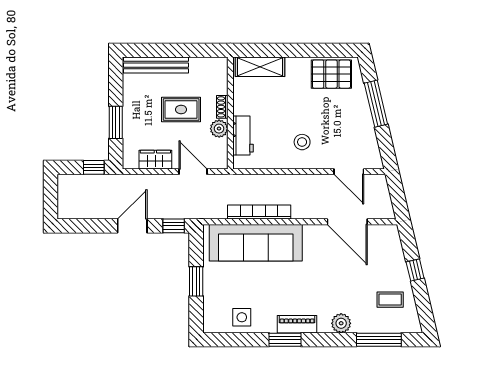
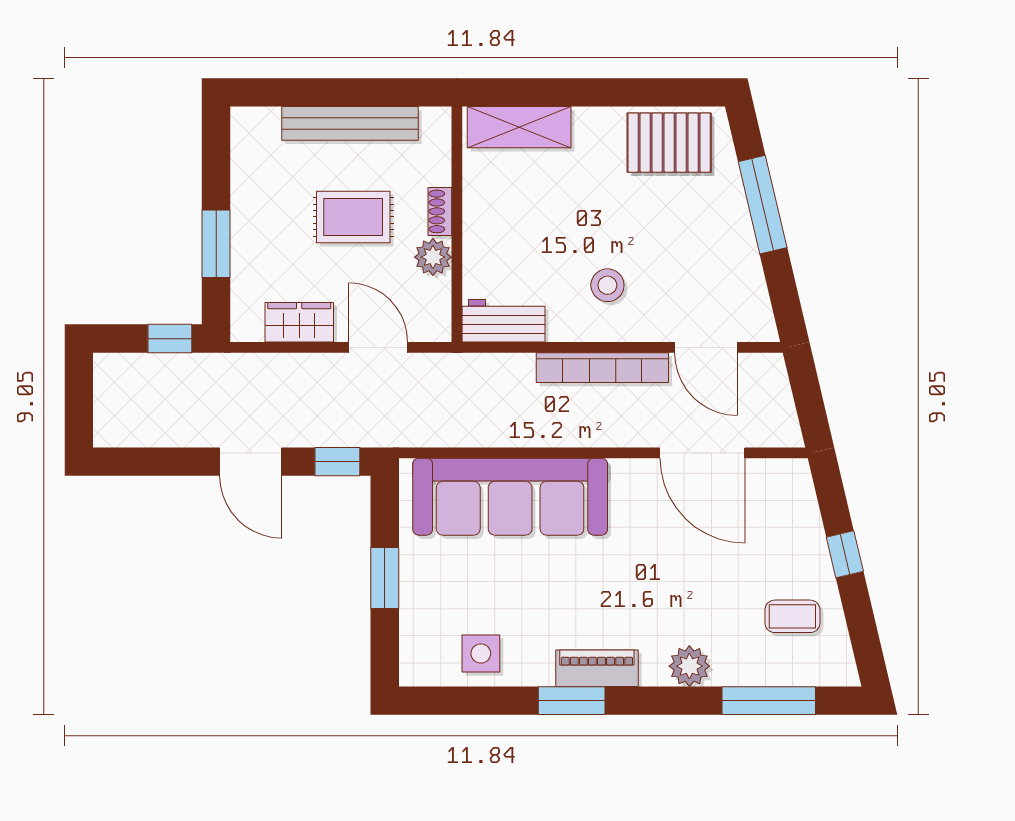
bench: (156, 65) -> (350, 123), moved
workbench: (243, 136) -> (503, 321), moved, turned -90
bookcase: (259, 212) -> (602, 368), moved, turned 180
door: (132, 226) -> (251, 462), swing flipped

